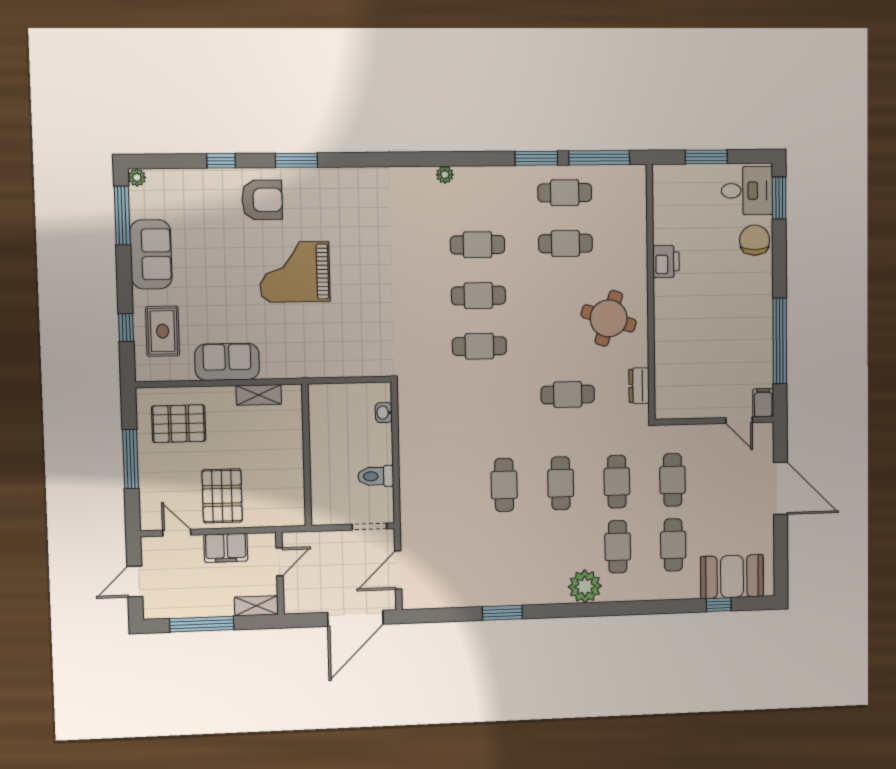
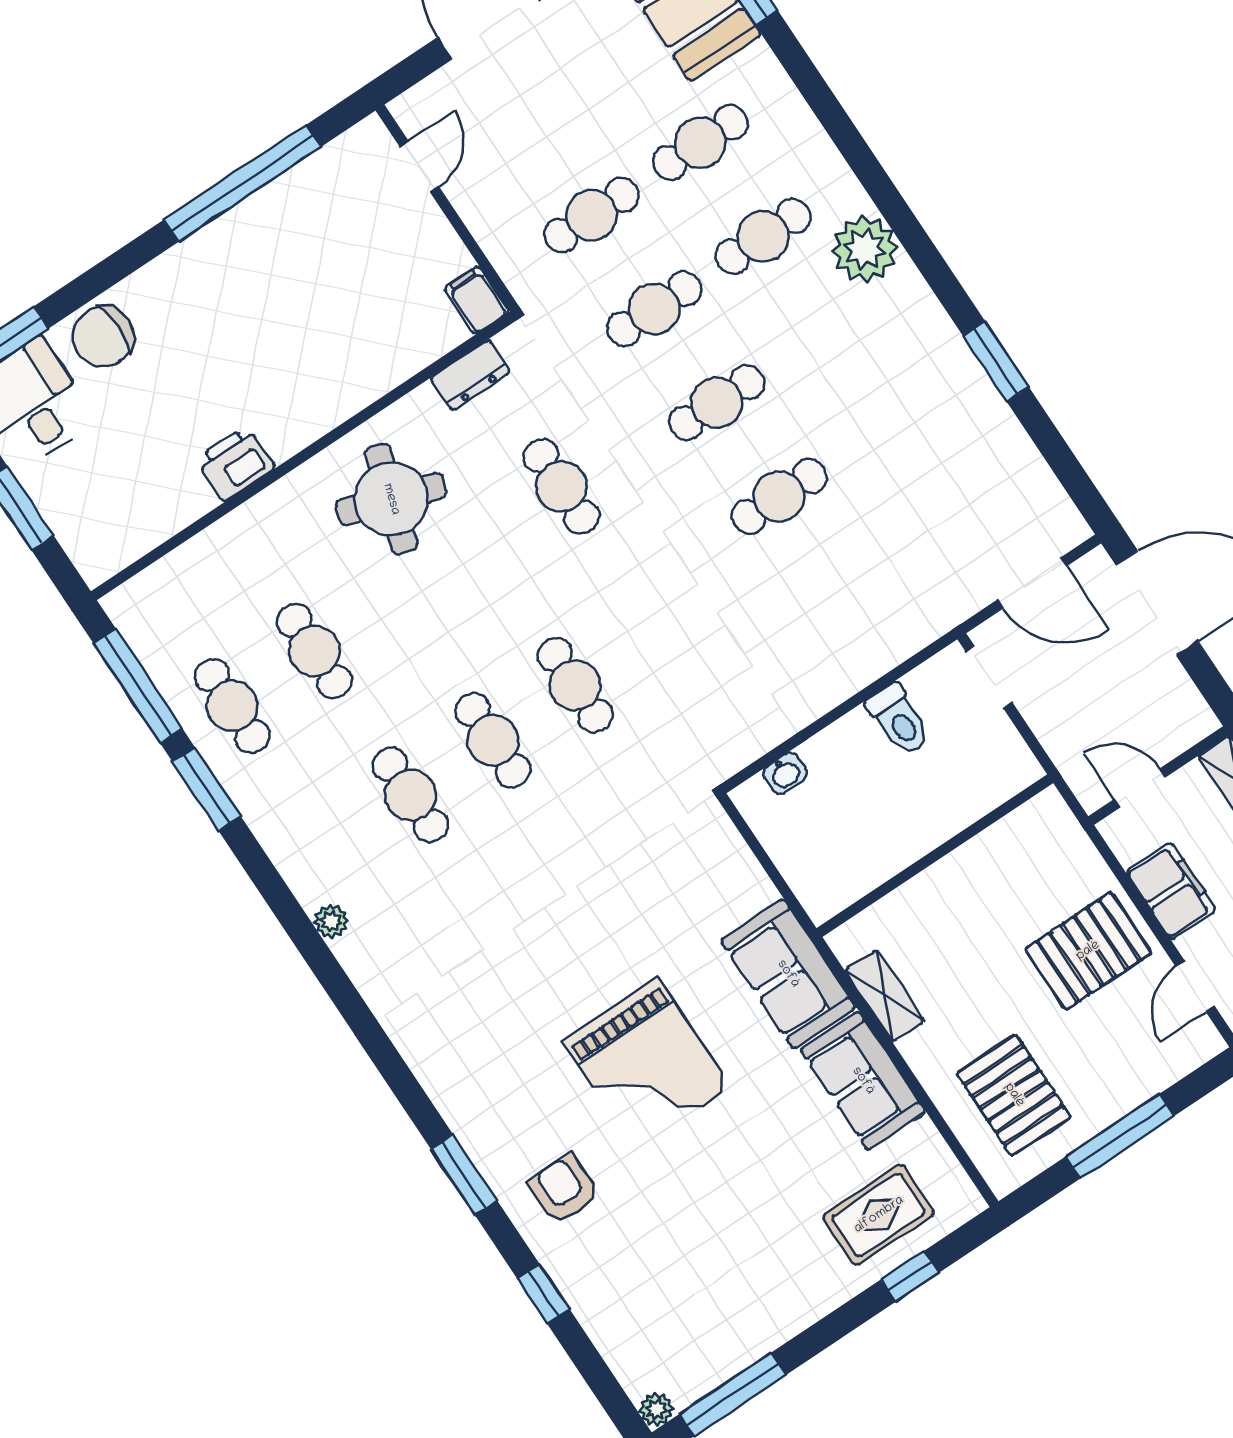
armchair: (262, 200) -> (564, 1189), width x0.72, depth x0.72
sofa: (151, 254) -> (788, 974), moved, turned -90
filing cabinet: (763, 403) -> (477, 300), moved, turned 90

